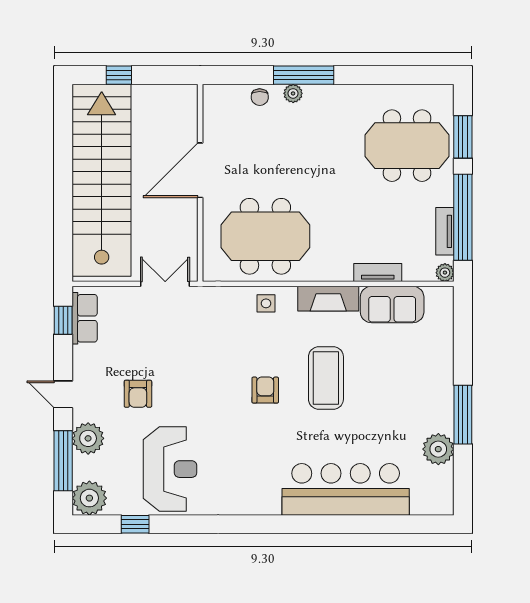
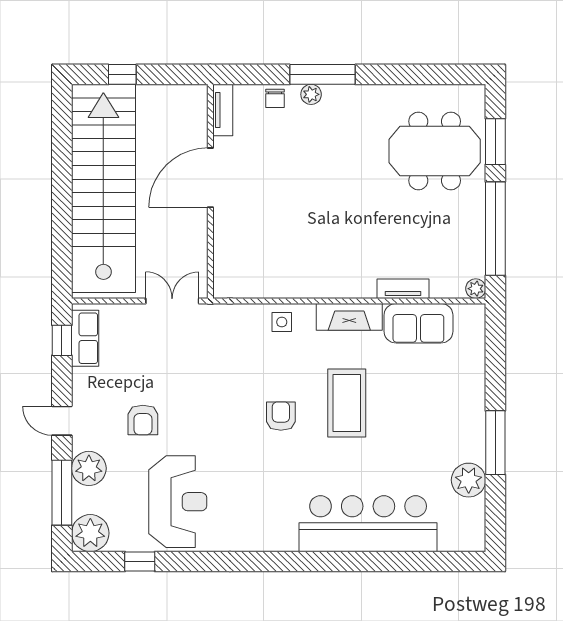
tv unit: (445, 231) -> (223, 110), moved, turned 180
meeting table: (265, 236) -> (281, 249), removed

